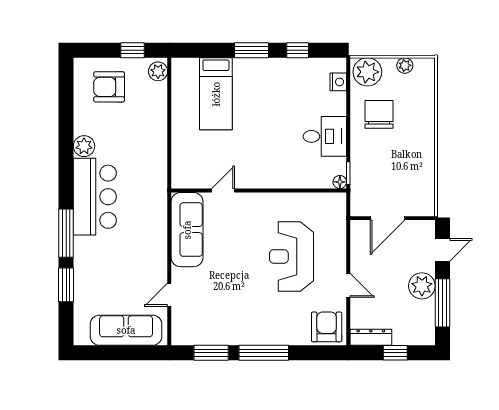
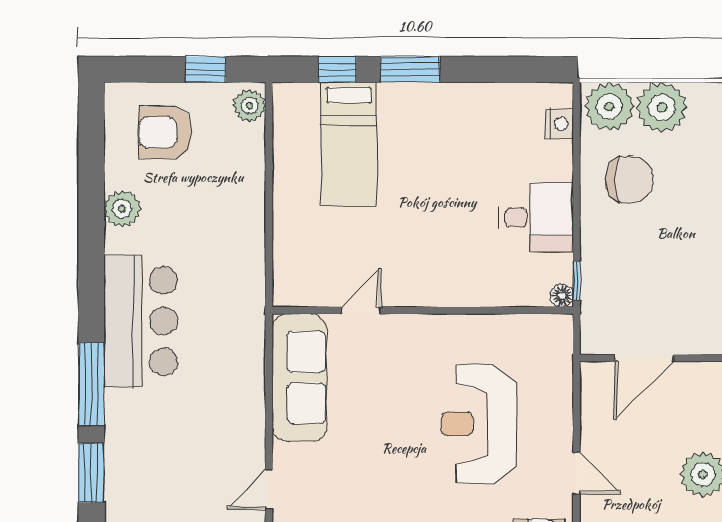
window: (298, 50) -> (337, 69), moved
plant: (405, 65) -> (662, 107), width x1.88, depth x1.88
chair: (379, 114) -> (629, 179), turned 90
plant: (84, 146) -> (122, 209), moved

